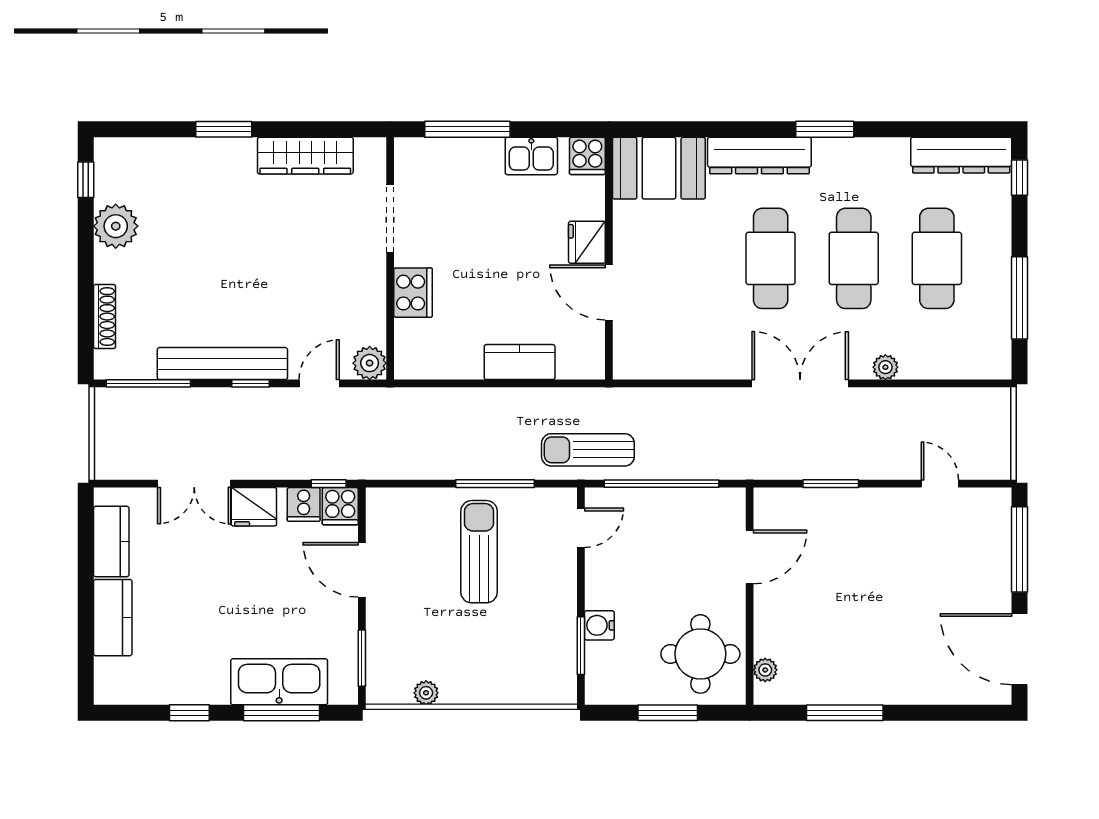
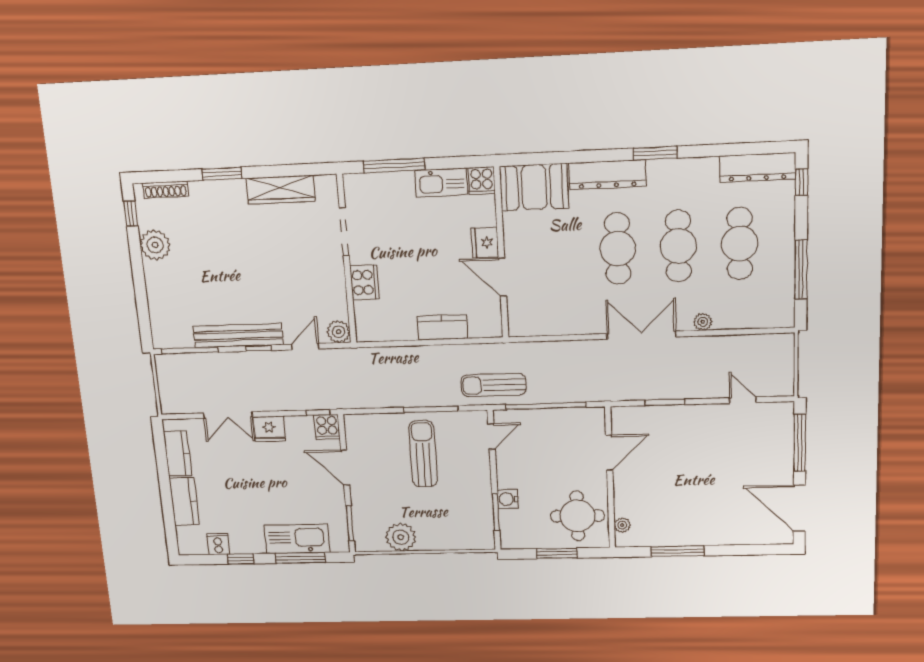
kitchen sink: (531, 156) -> (441, 183), width x1.38
shoe rack: (105, 317) -> (166, 190), moved, turned 90
cooker: (304, 504) -> (218, 544), moved, turned 180
plant: (426, 693) -> (401, 537), width x1.87, depth x1.87

